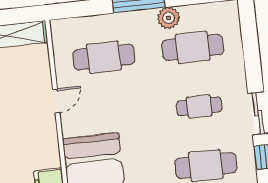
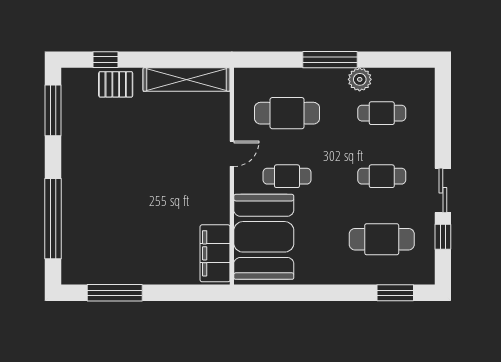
cafe table: (193, 47) -> (382, 113), width x0.73, depth x0.74
cafe table: (110, 116) -> (287, 176), added

